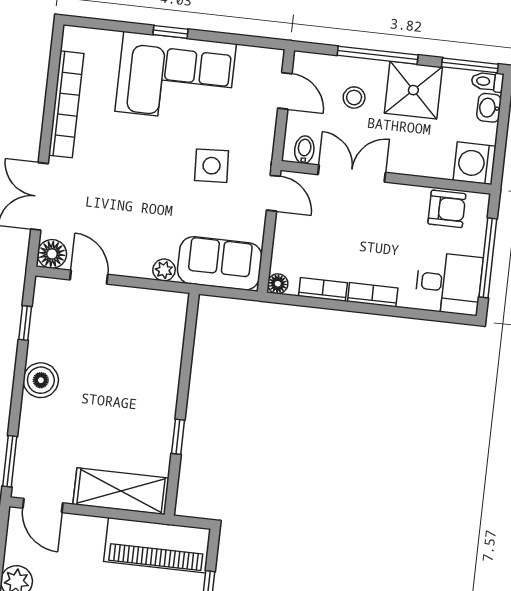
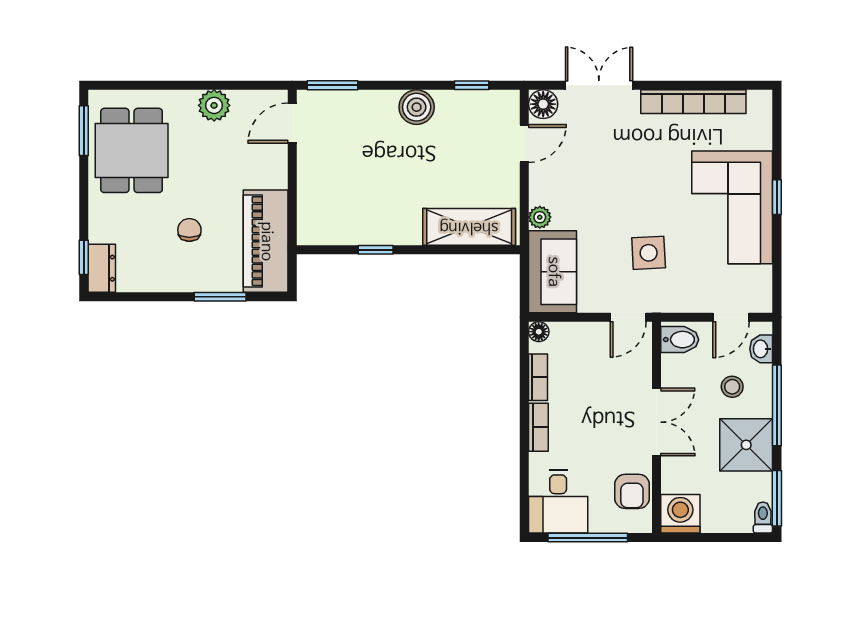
washbasin: (489, 108) -> (761, 349), moved, turned -90
bidet: (304, 150) -> (680, 340), width x1.38, depth x1.36
double door: (352, 173) -> (656, 422), moved
shelving: (121, 491) -> (469, 227), moved, turned 90

